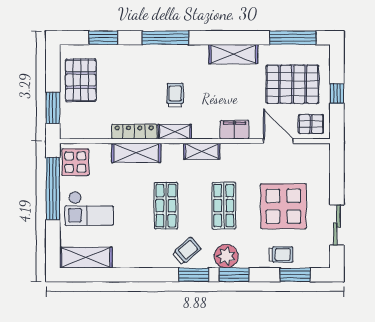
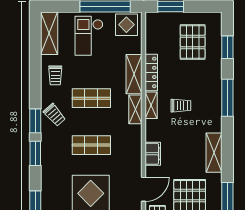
pallet: (81, 80) -> (193, 42), moved, turned 90
shelving: (202, 151) -> (135, 109), moved
trolley: (281, 254) -> (55, 75), moved
plant: (226, 256) -> (50, 147), removed

